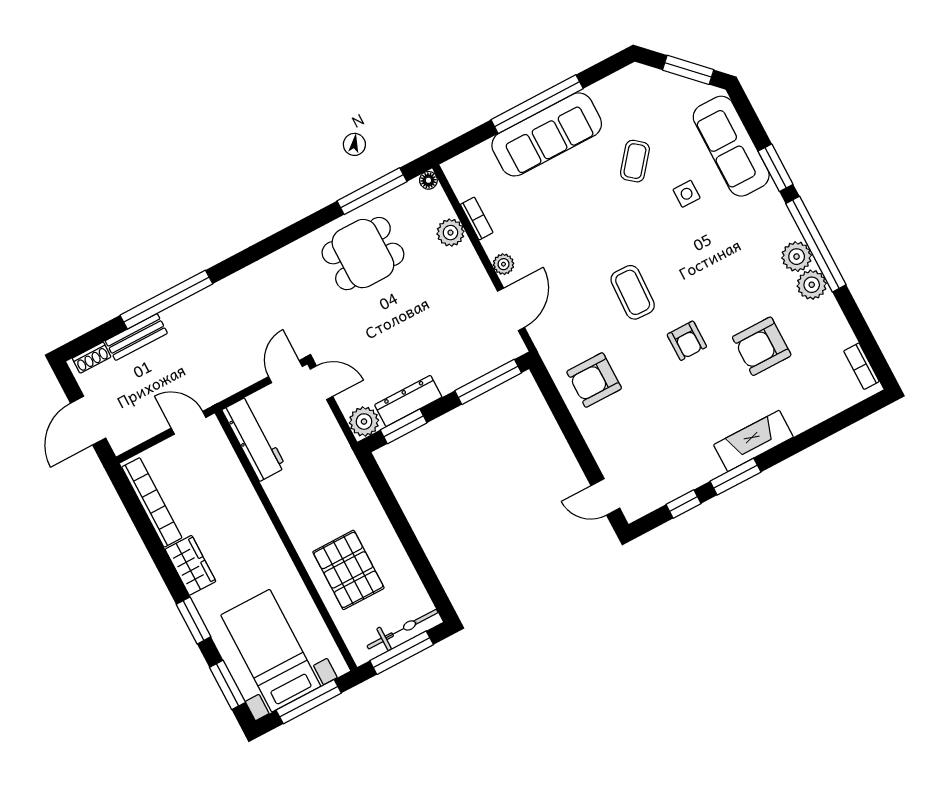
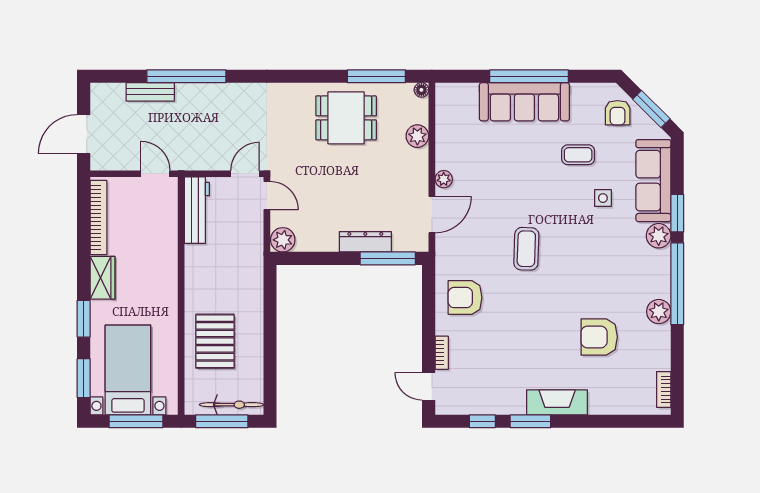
coffee table: (635, 161) -> (578, 155), turned 51
bookcase: (477, 218) -> (442, 353), moved
plant: (797, 257) -> (659, 236), moved
armchair: (687, 341) -> (618, 113), moved
shoe rack: (92, 358) -> (110, 90), removed
dresser: (408, 401) -> (365, 242), moved
window: (404, 426) -> (310, 258), removed

